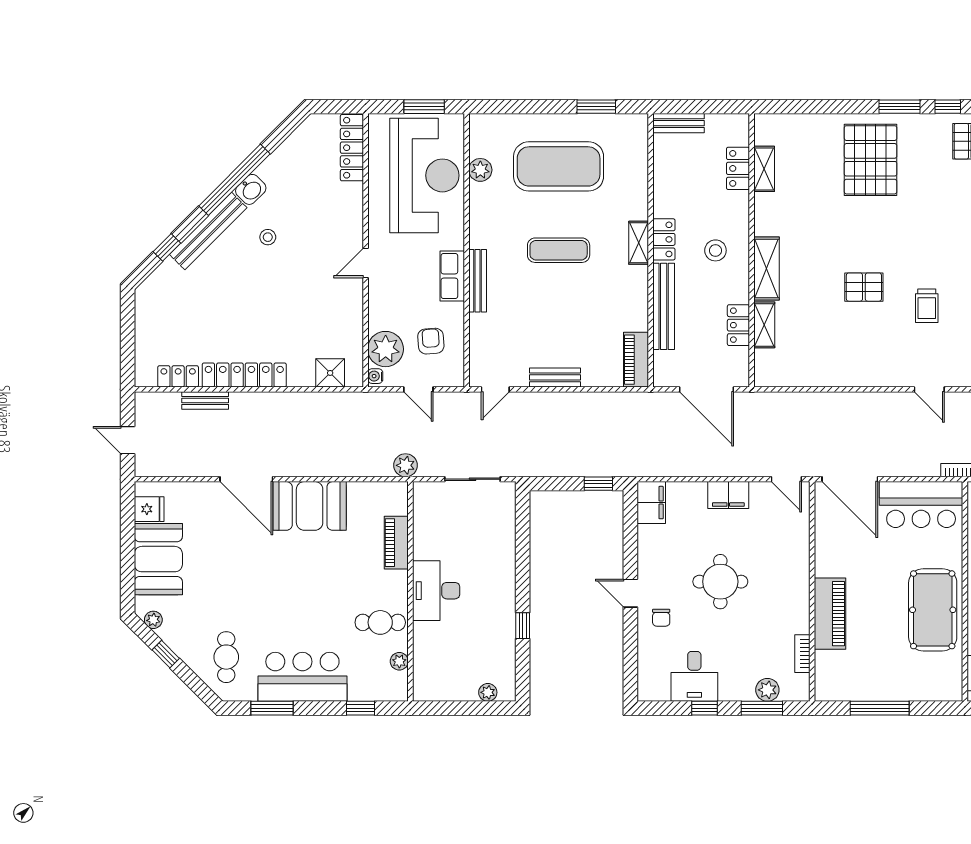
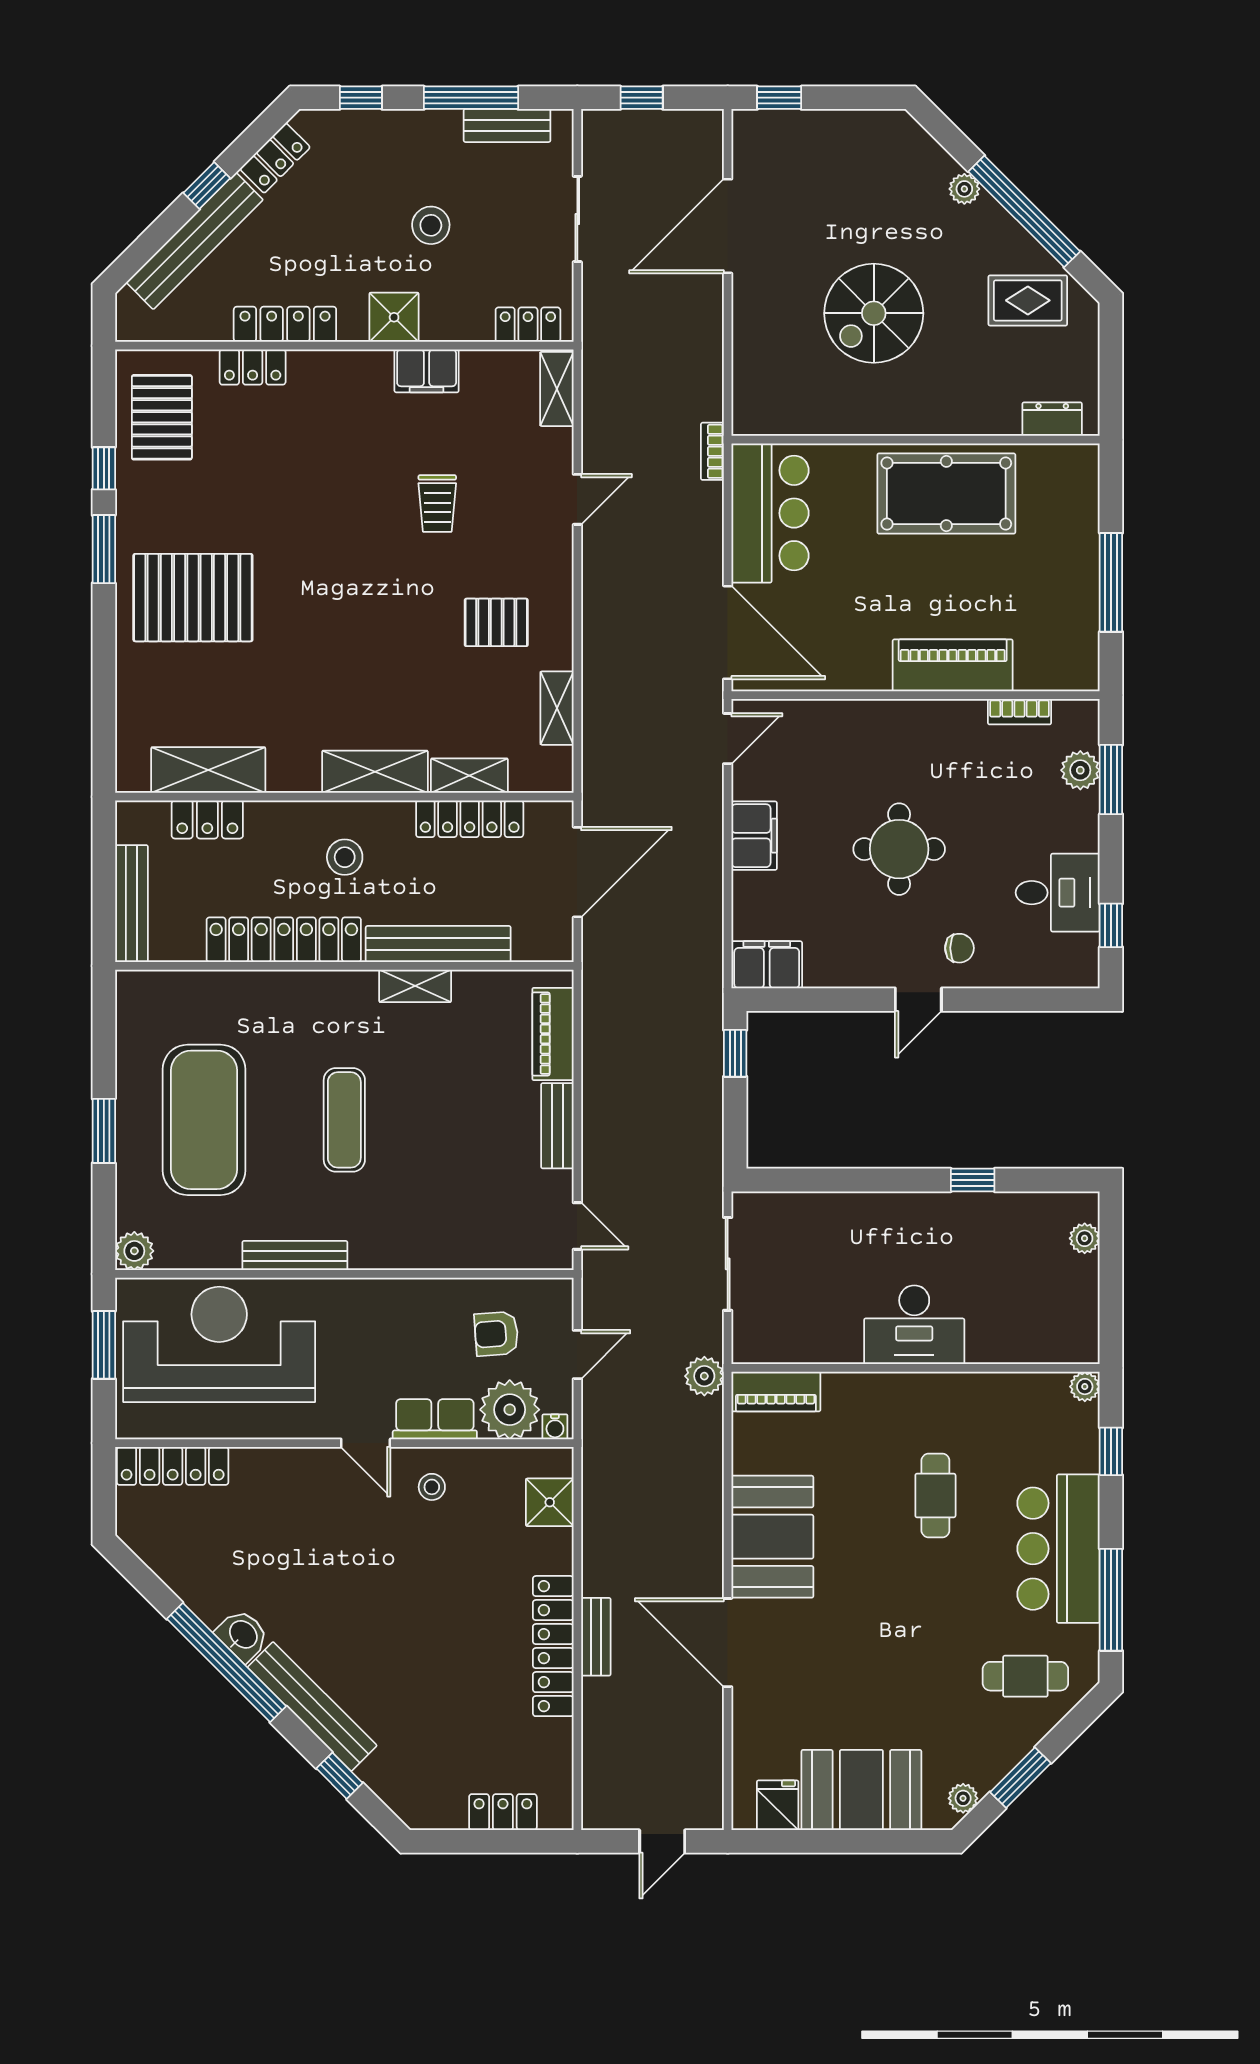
window: (596, 107) -> (104, 1131), moved
bench: (678, 123) -> (131, 904), width x1.36
shelving: (764, 169) -> (208, 770), width x1.50, depth x1.33
plant: (480, 170) -> (134, 1251), moved
stool: (268, 237) -> (432, 1487), moved
locker: (664, 239) -> (284, 940), width x2.16, depth x1.21
shelving: (639, 243) -> (415, 986), moved
row of seats: (452, 276) -> (435, 1419), moved, turned 180
bench: (478, 281) -> (295, 1256), moved
pallet: (864, 287) -> (496, 622), moved, turned 90
trolley: (927, 306) -> (437, 503), turned 90
locker: (738, 325) -> (470, 819), width x1.53
piano: (636, 360) -> (553, 1034), moved, turned 90
locker: (178, 376) -> (503, 1812), moved, turned 90
shelving: (805, 377) -> (557, 708), added
bench: (205, 401) -> (596, 1637), moved
door: (246, 479) -> (728, 1643), swing flipped
door: (850, 479) -> (728, 632), hinge flipped
piano: (396, 543) -> (776, 1392), moved
cafe table: (380, 622) -> (935, 1495), moved
window: (166, 654) -> (1020, 1778), width x1.50
plant: (399, 661) -> (1085, 1387), moved
window: (272, 708) -> (1111, 1600), width x1.44
window: (705, 708) -> (1111, 925), moved

